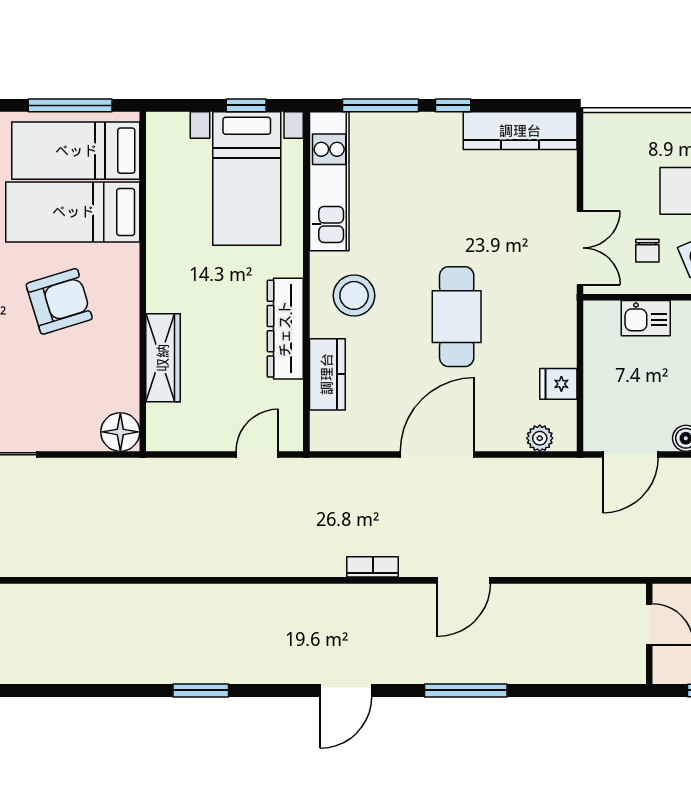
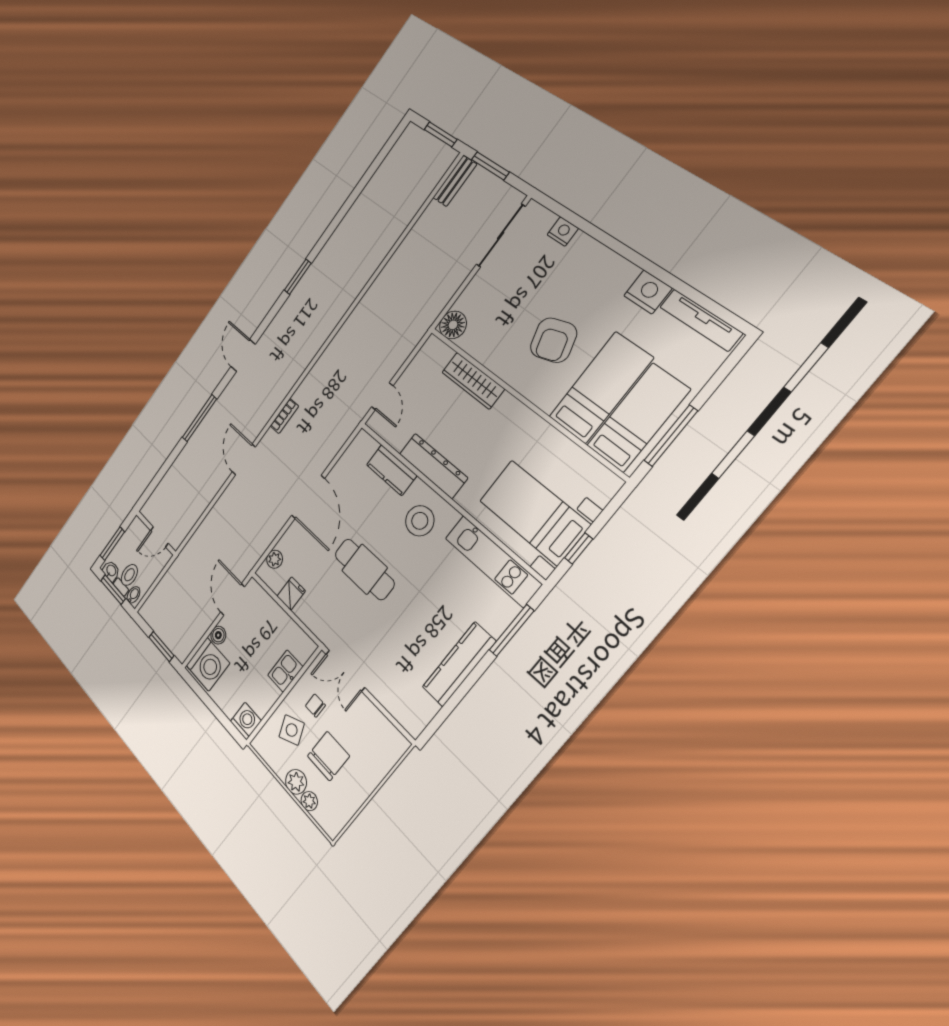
window: (453, 105) -> (476, 673), removed
kitchen counter: (520, 131) -> (459, 664), moved

